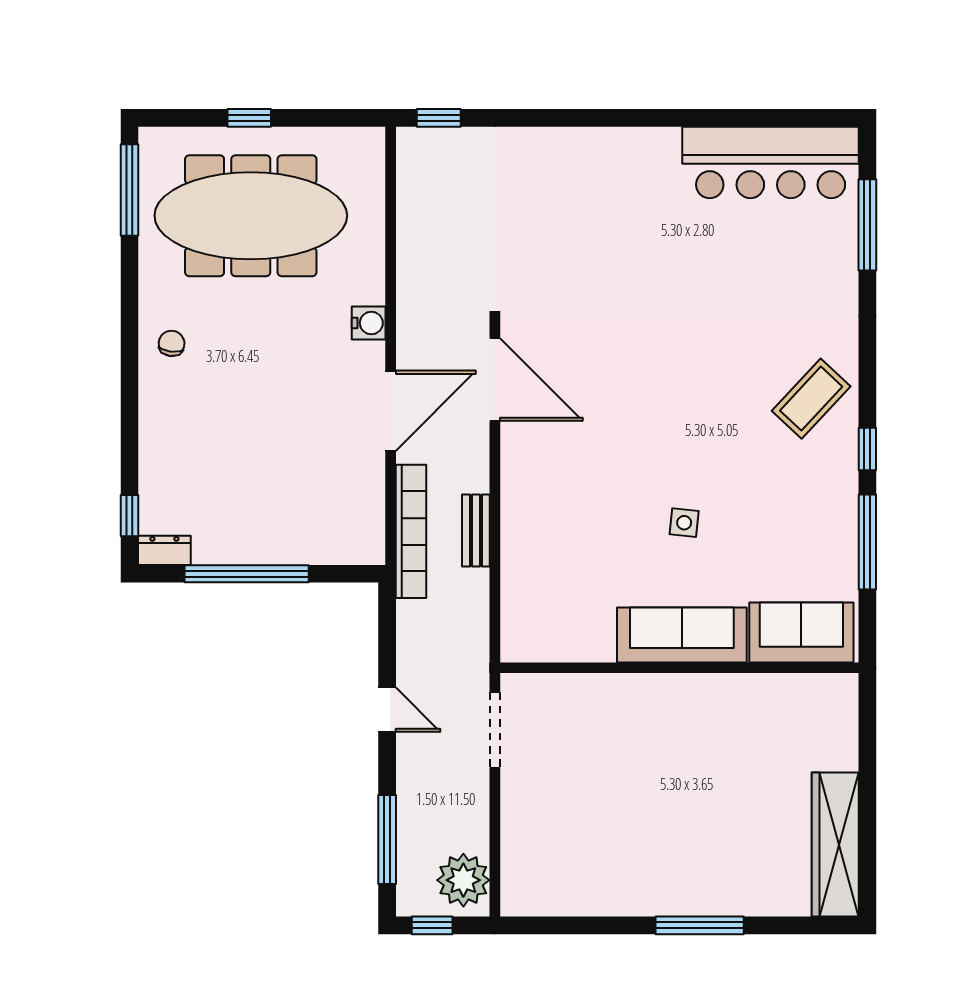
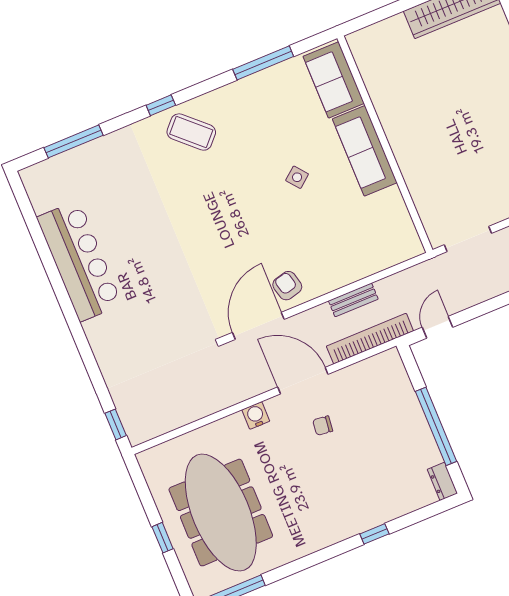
bar counter: (771, 162) -> (79, 261), moved
chair: (172, 343) -> (323, 426), moved
armchair: (535, 445) -> (287, 286), added
window: (867, 449) -> (161, 105), moved
window: (130, 516) -> (374, 534), moved
side table: (684, 523) -> (297, 177), turned 45
door: (387, 710) -> (438, 327), moved

